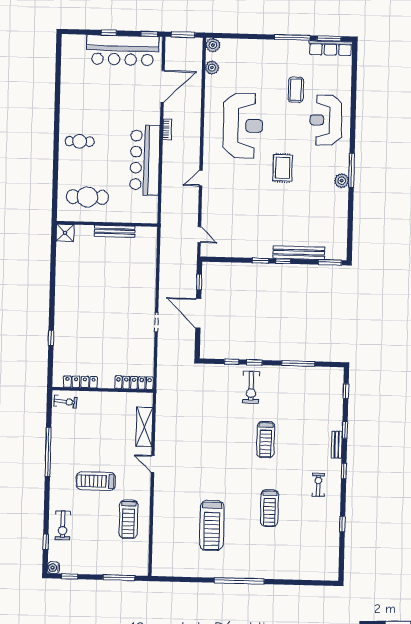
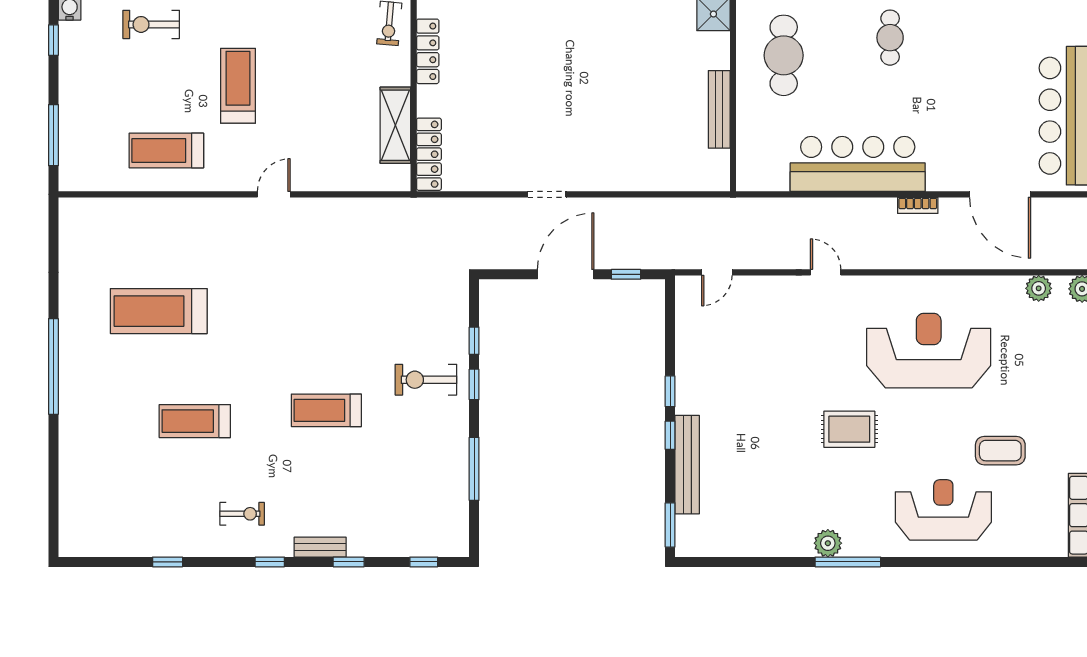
reception desk: (243, 126) -> (929, 351), turned 180
shelving: (144, 427) -> (395, 125), moved, turned 90

